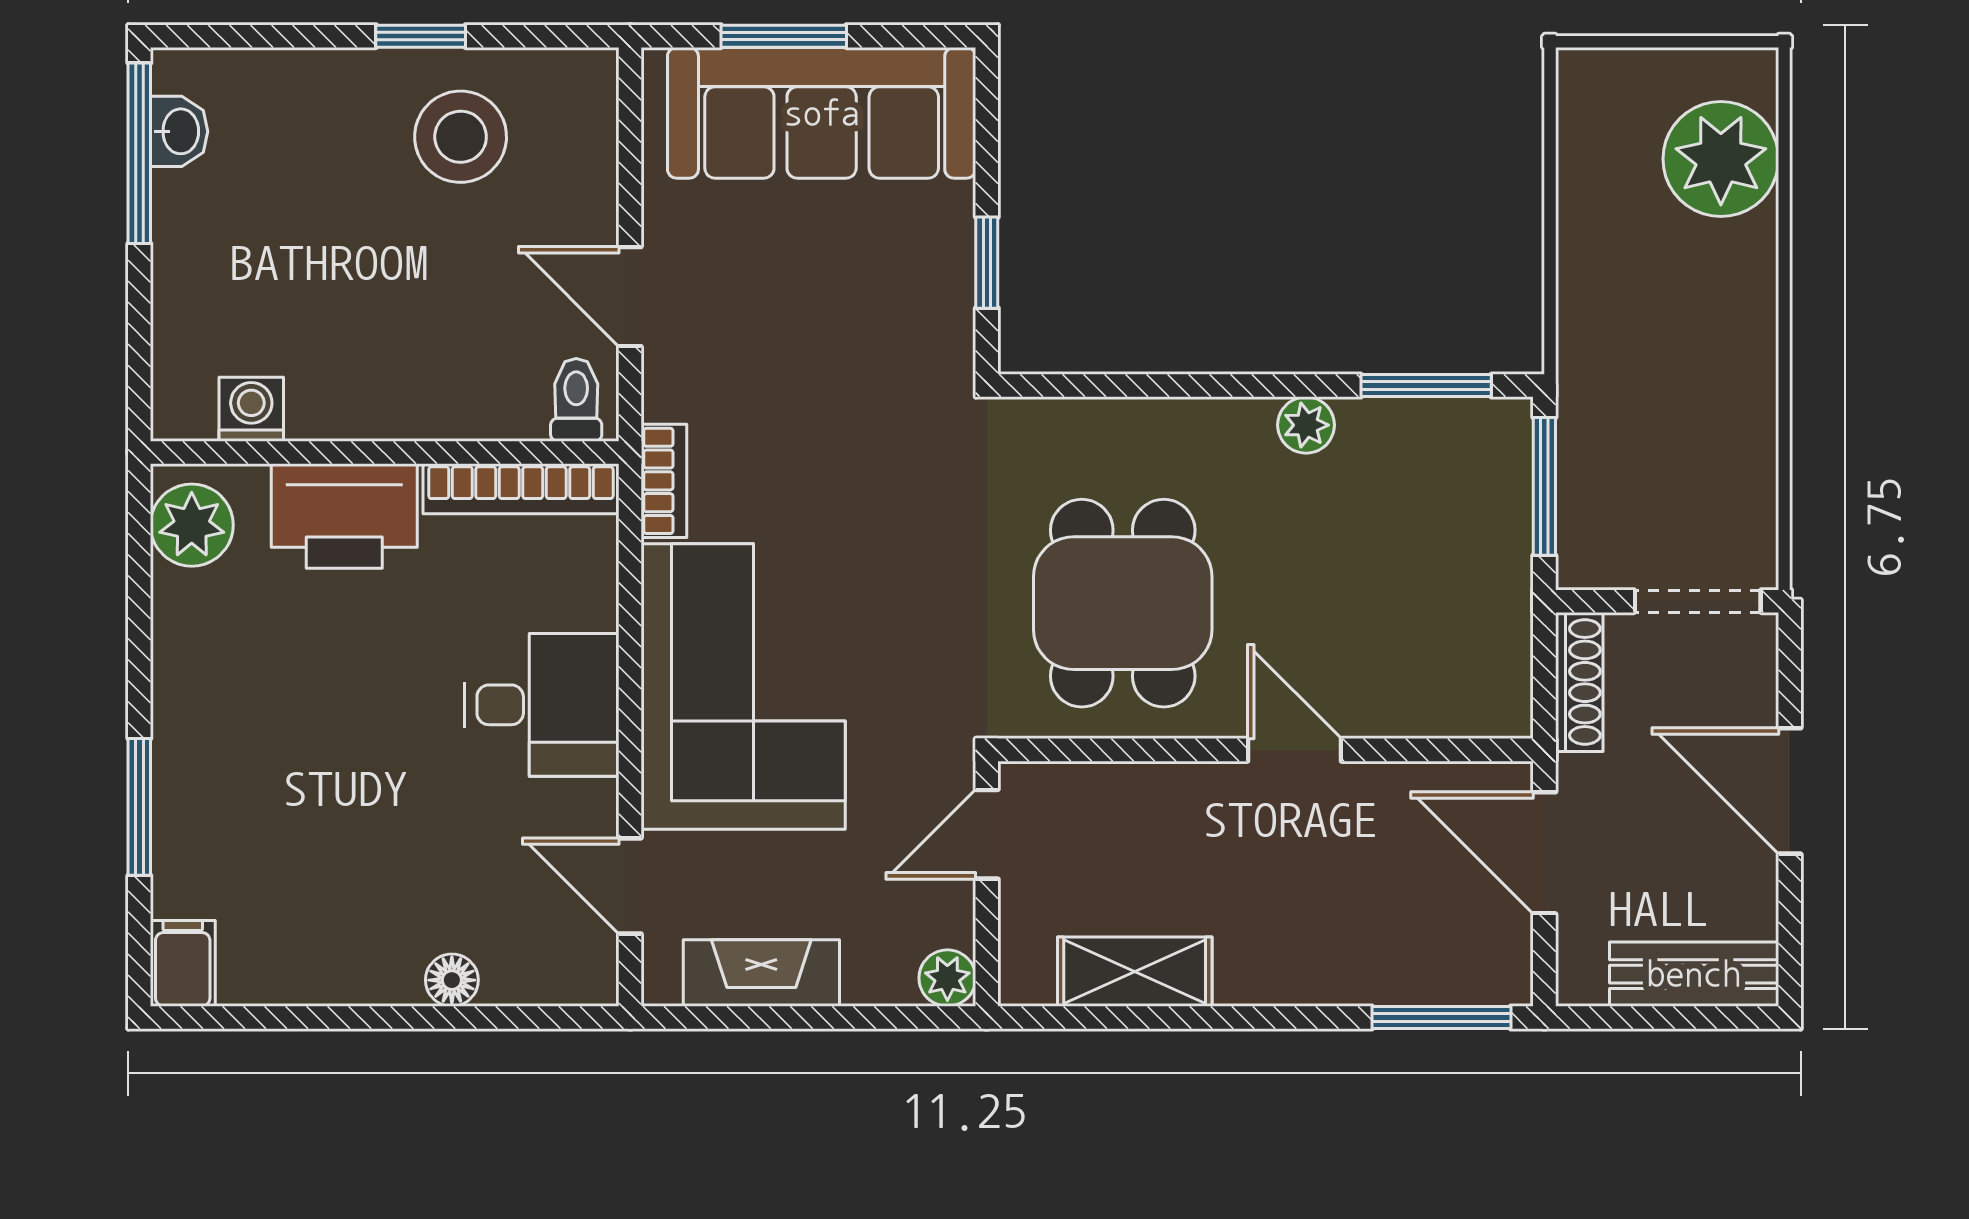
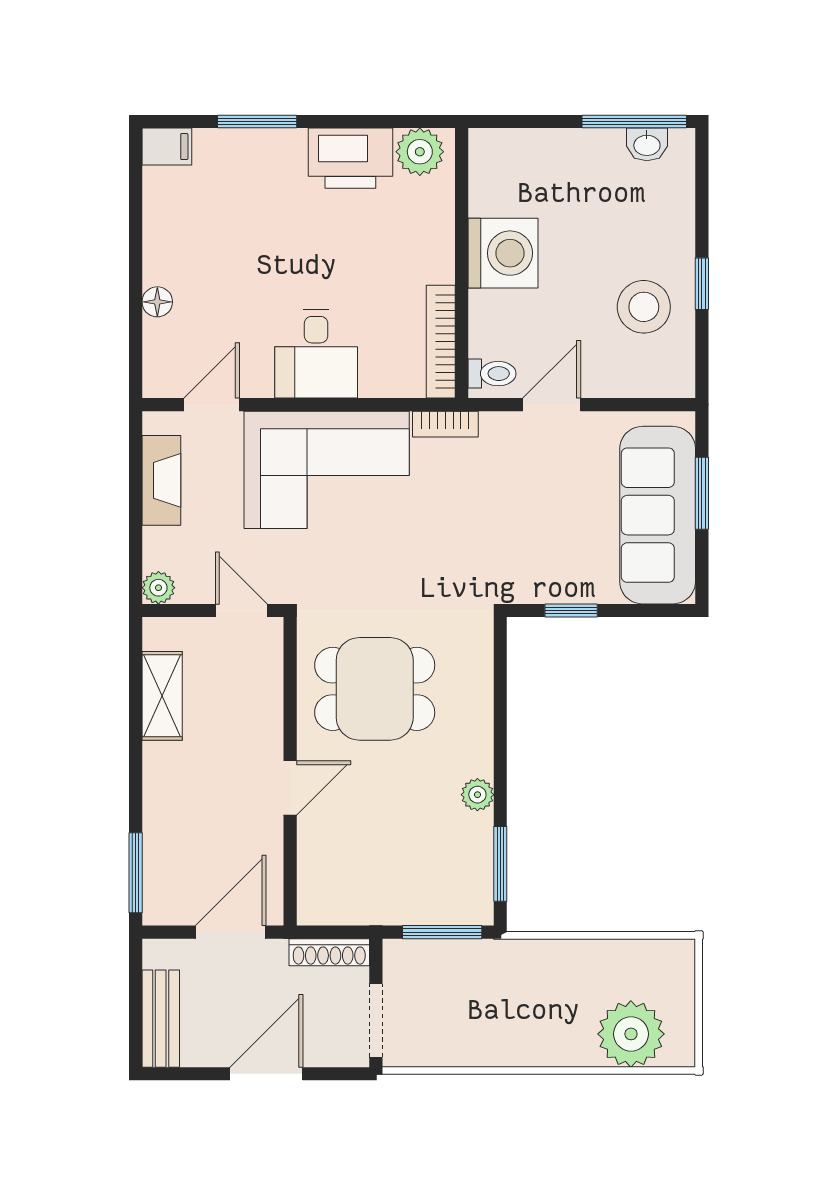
washing machine: (251, 409) -> (503, 253), moved, width x1.89, depth x1.89
printer: (344, 516) -> (350, 158), moved, turned -90

